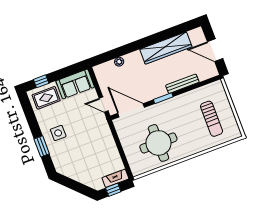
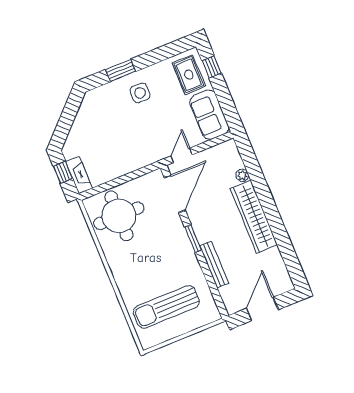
wardrobe: (166, 48) -> (254, 217), moved
sun lounger: (211, 119) -> (166, 307), width x1.36, depth x1.34
round table: (158, 143) -> (119, 216), moved

